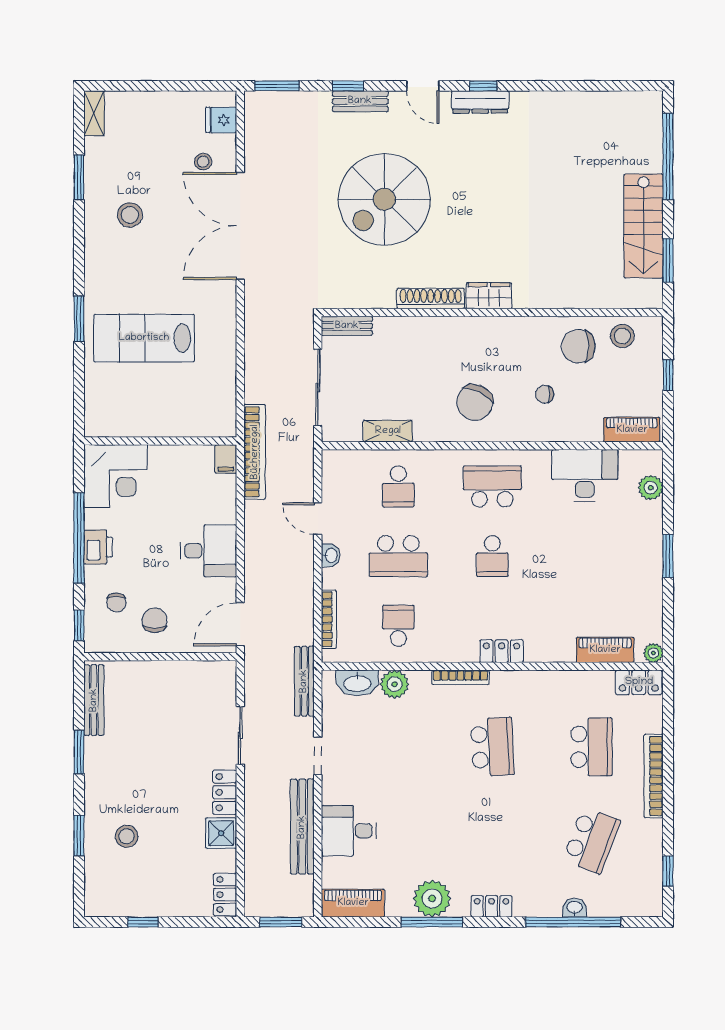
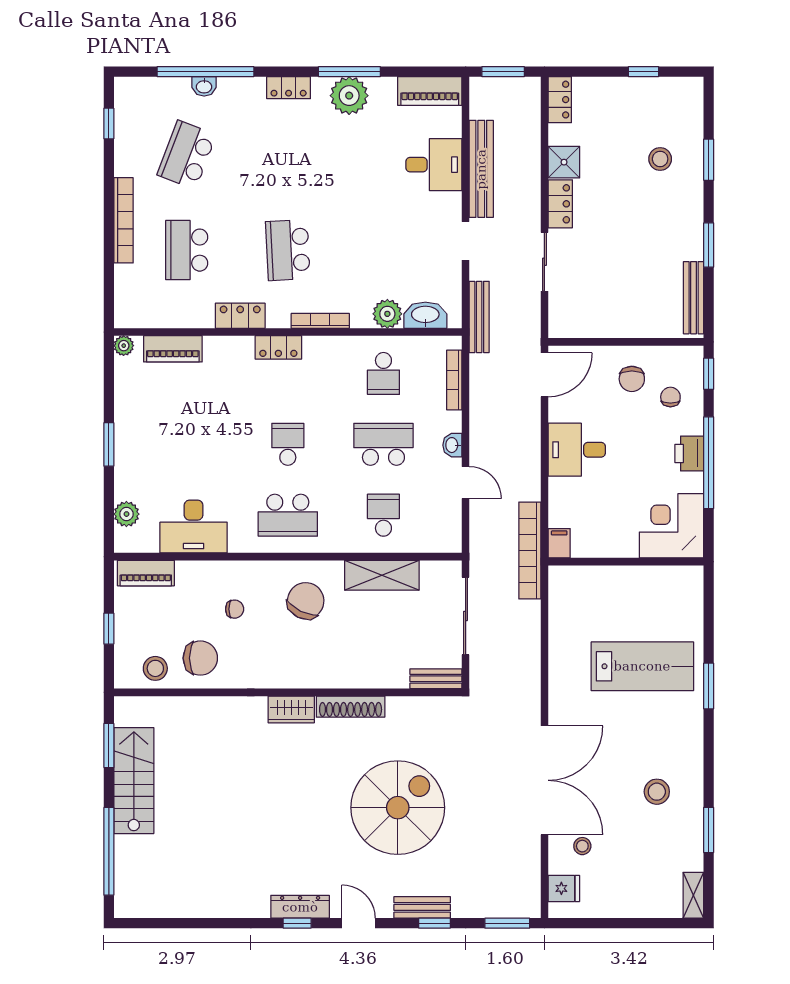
shelving: (388, 431) -> (382, 575), width x1.50, depth x1.33
locker: (639, 682) -> (240, 316), moved

